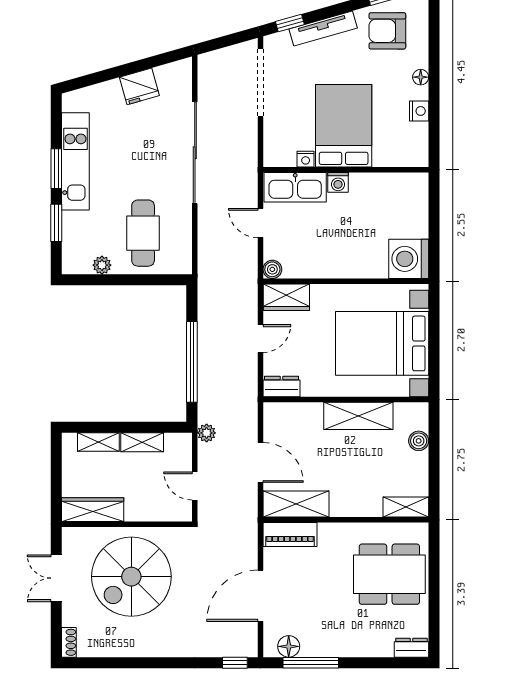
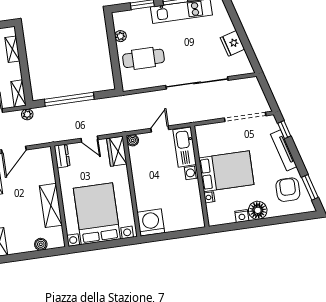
floor lamp: (421, 77) -> (258, 210), width x1.89, depth x1.89
nightstand: (306, 159) -> (209, 197), moved
shelving: (142, 442) -> (18, 93), moved

